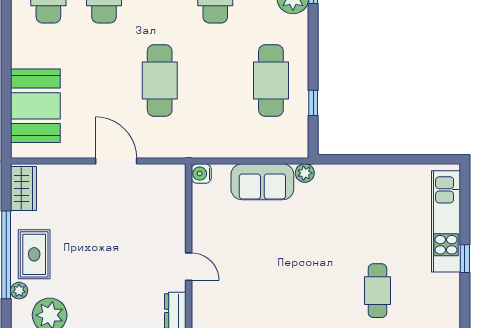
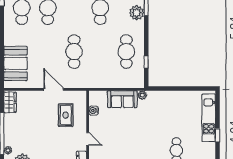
water cooler: (201, 174) -> (94, 111), moved
rug: (34, 254) -> (66, 115), moved

